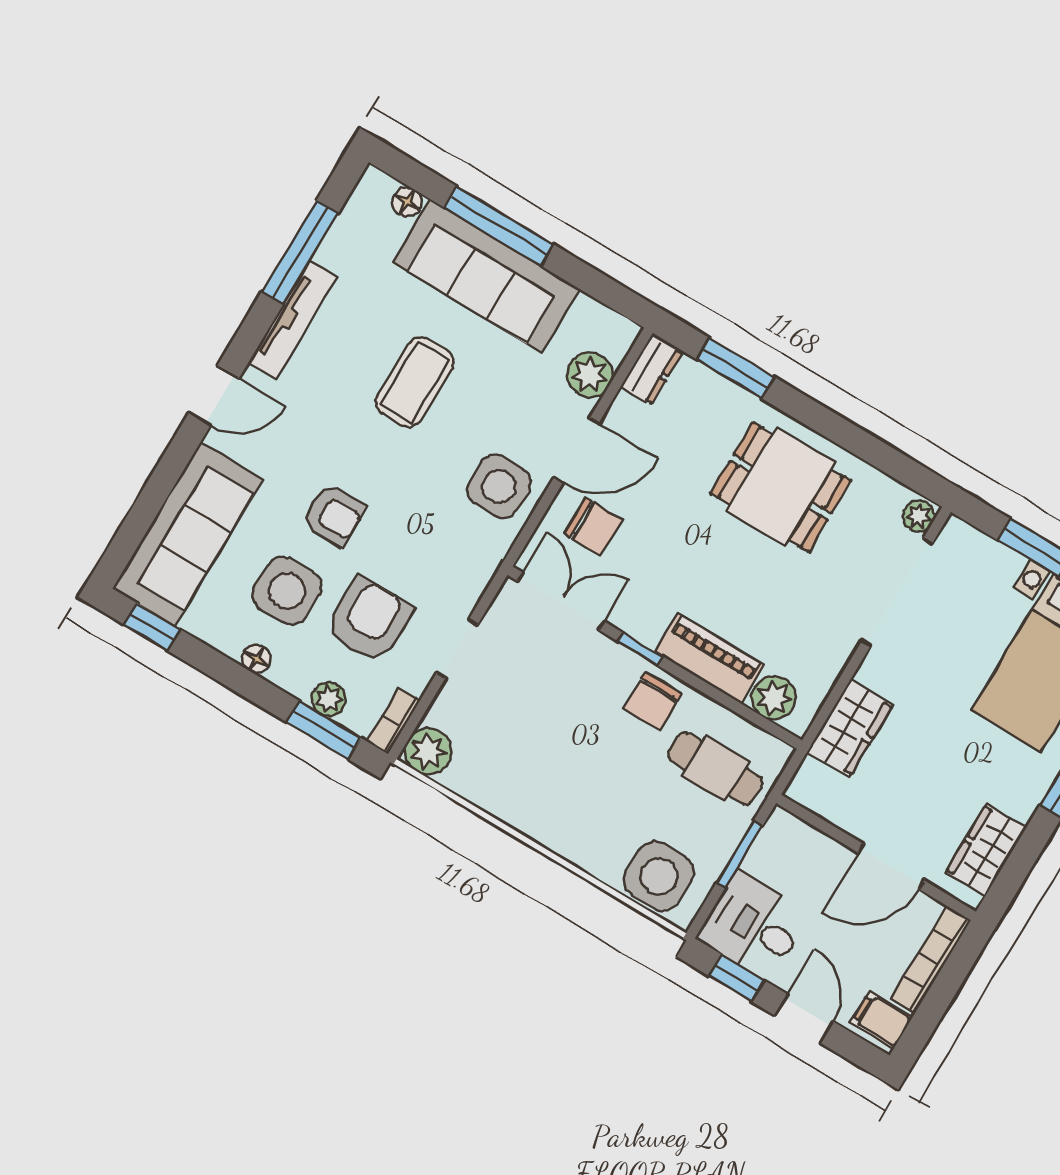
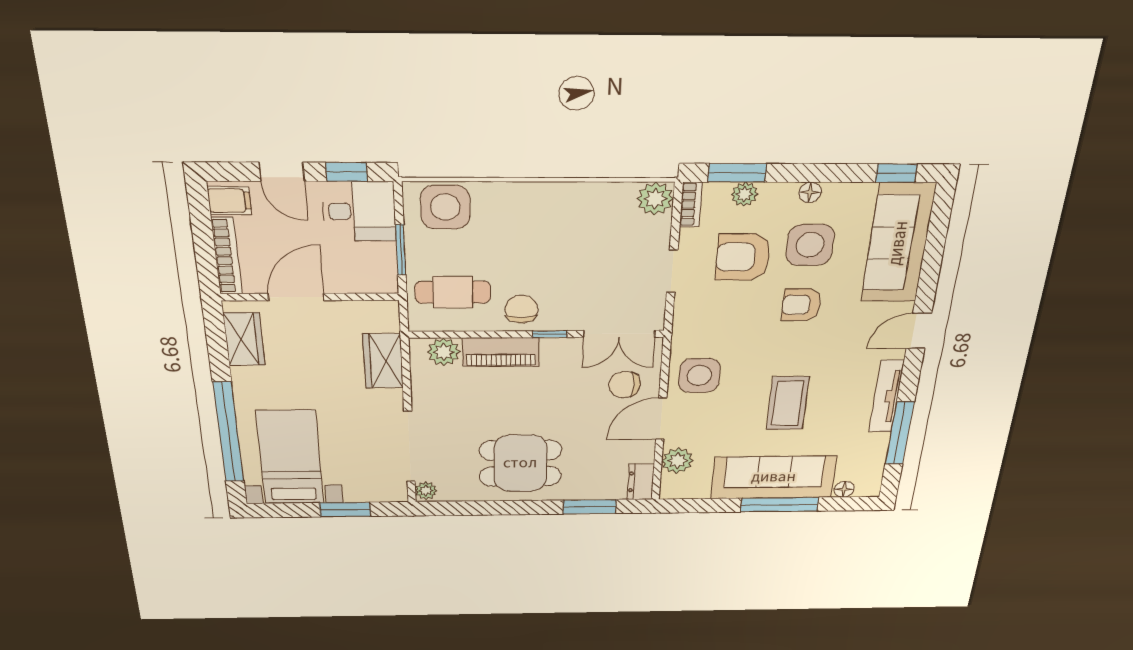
armchair: (369, 620) -> (743, 257), turned 90

